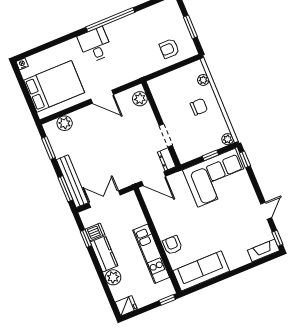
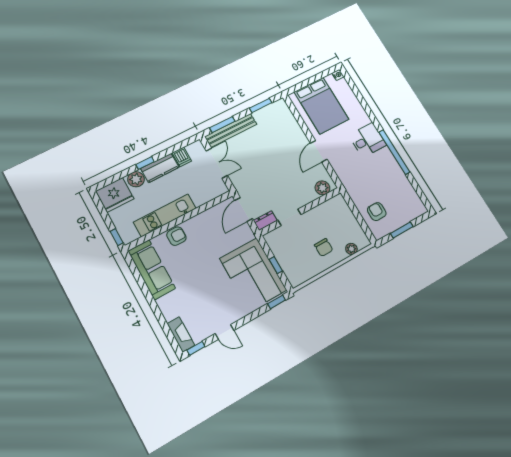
plant: (65, 123) -> (287, 118), removed
plant: (228, 139) -> (295, 281), removed
window: (86, 238) -> (145, 163), moved
fridge: (126, 306) -> (115, 195), width x1.88, depth x1.34

